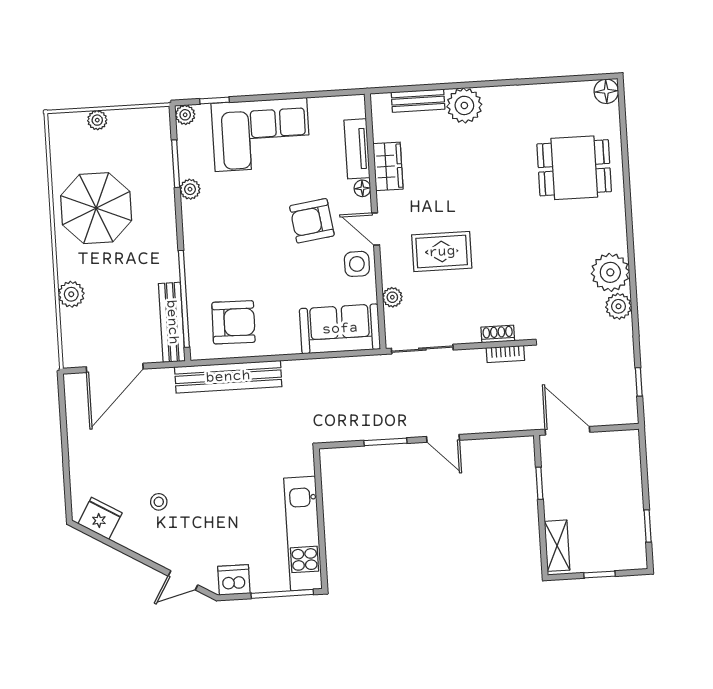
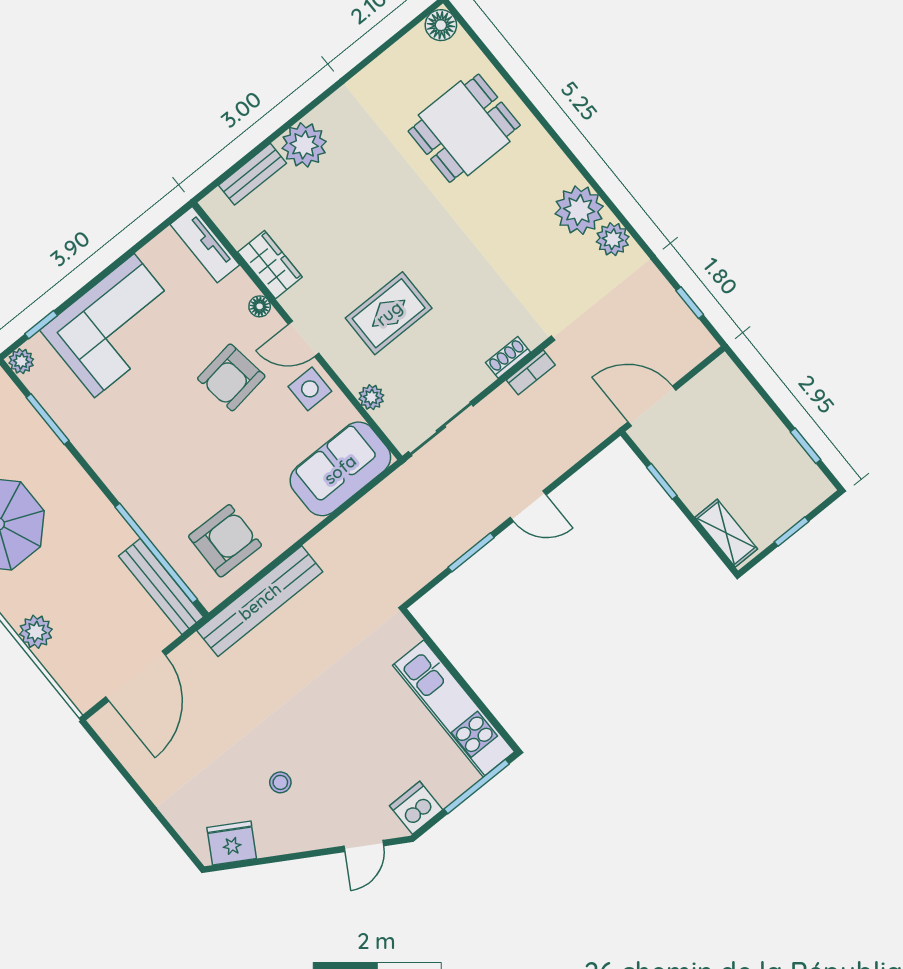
tv unit: (357, 149) -> (205, 245), moved
plant: (190, 189) -> (81, 435), removed

